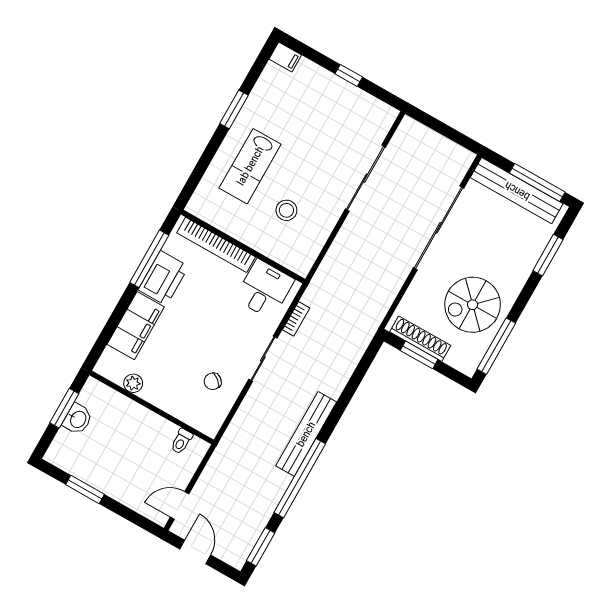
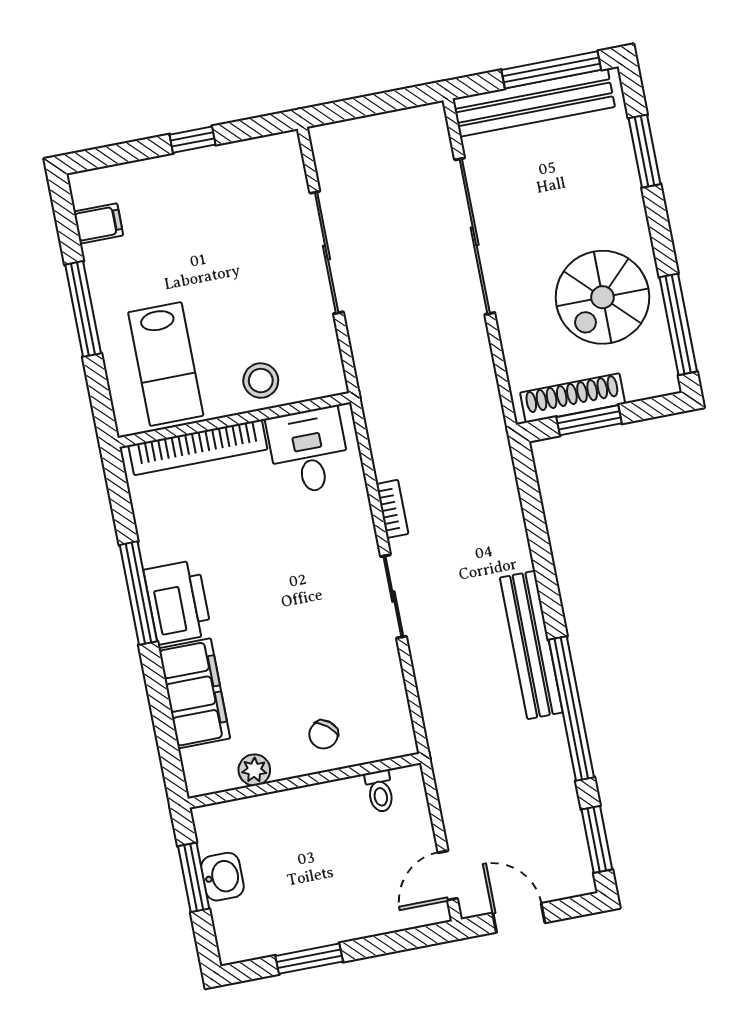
filing cabinet: (285, 57) -> (98, 223), moved
window: (234, 109) -> (83, 309), width x1.44
bookcase: (216, 245) -> (198, 447), moved
wall: (243, 247) -> (234, 420), moved
desk: (265, 289) -> (309, 451), moved
chair: (213, 381) -> (324, 734), moved

